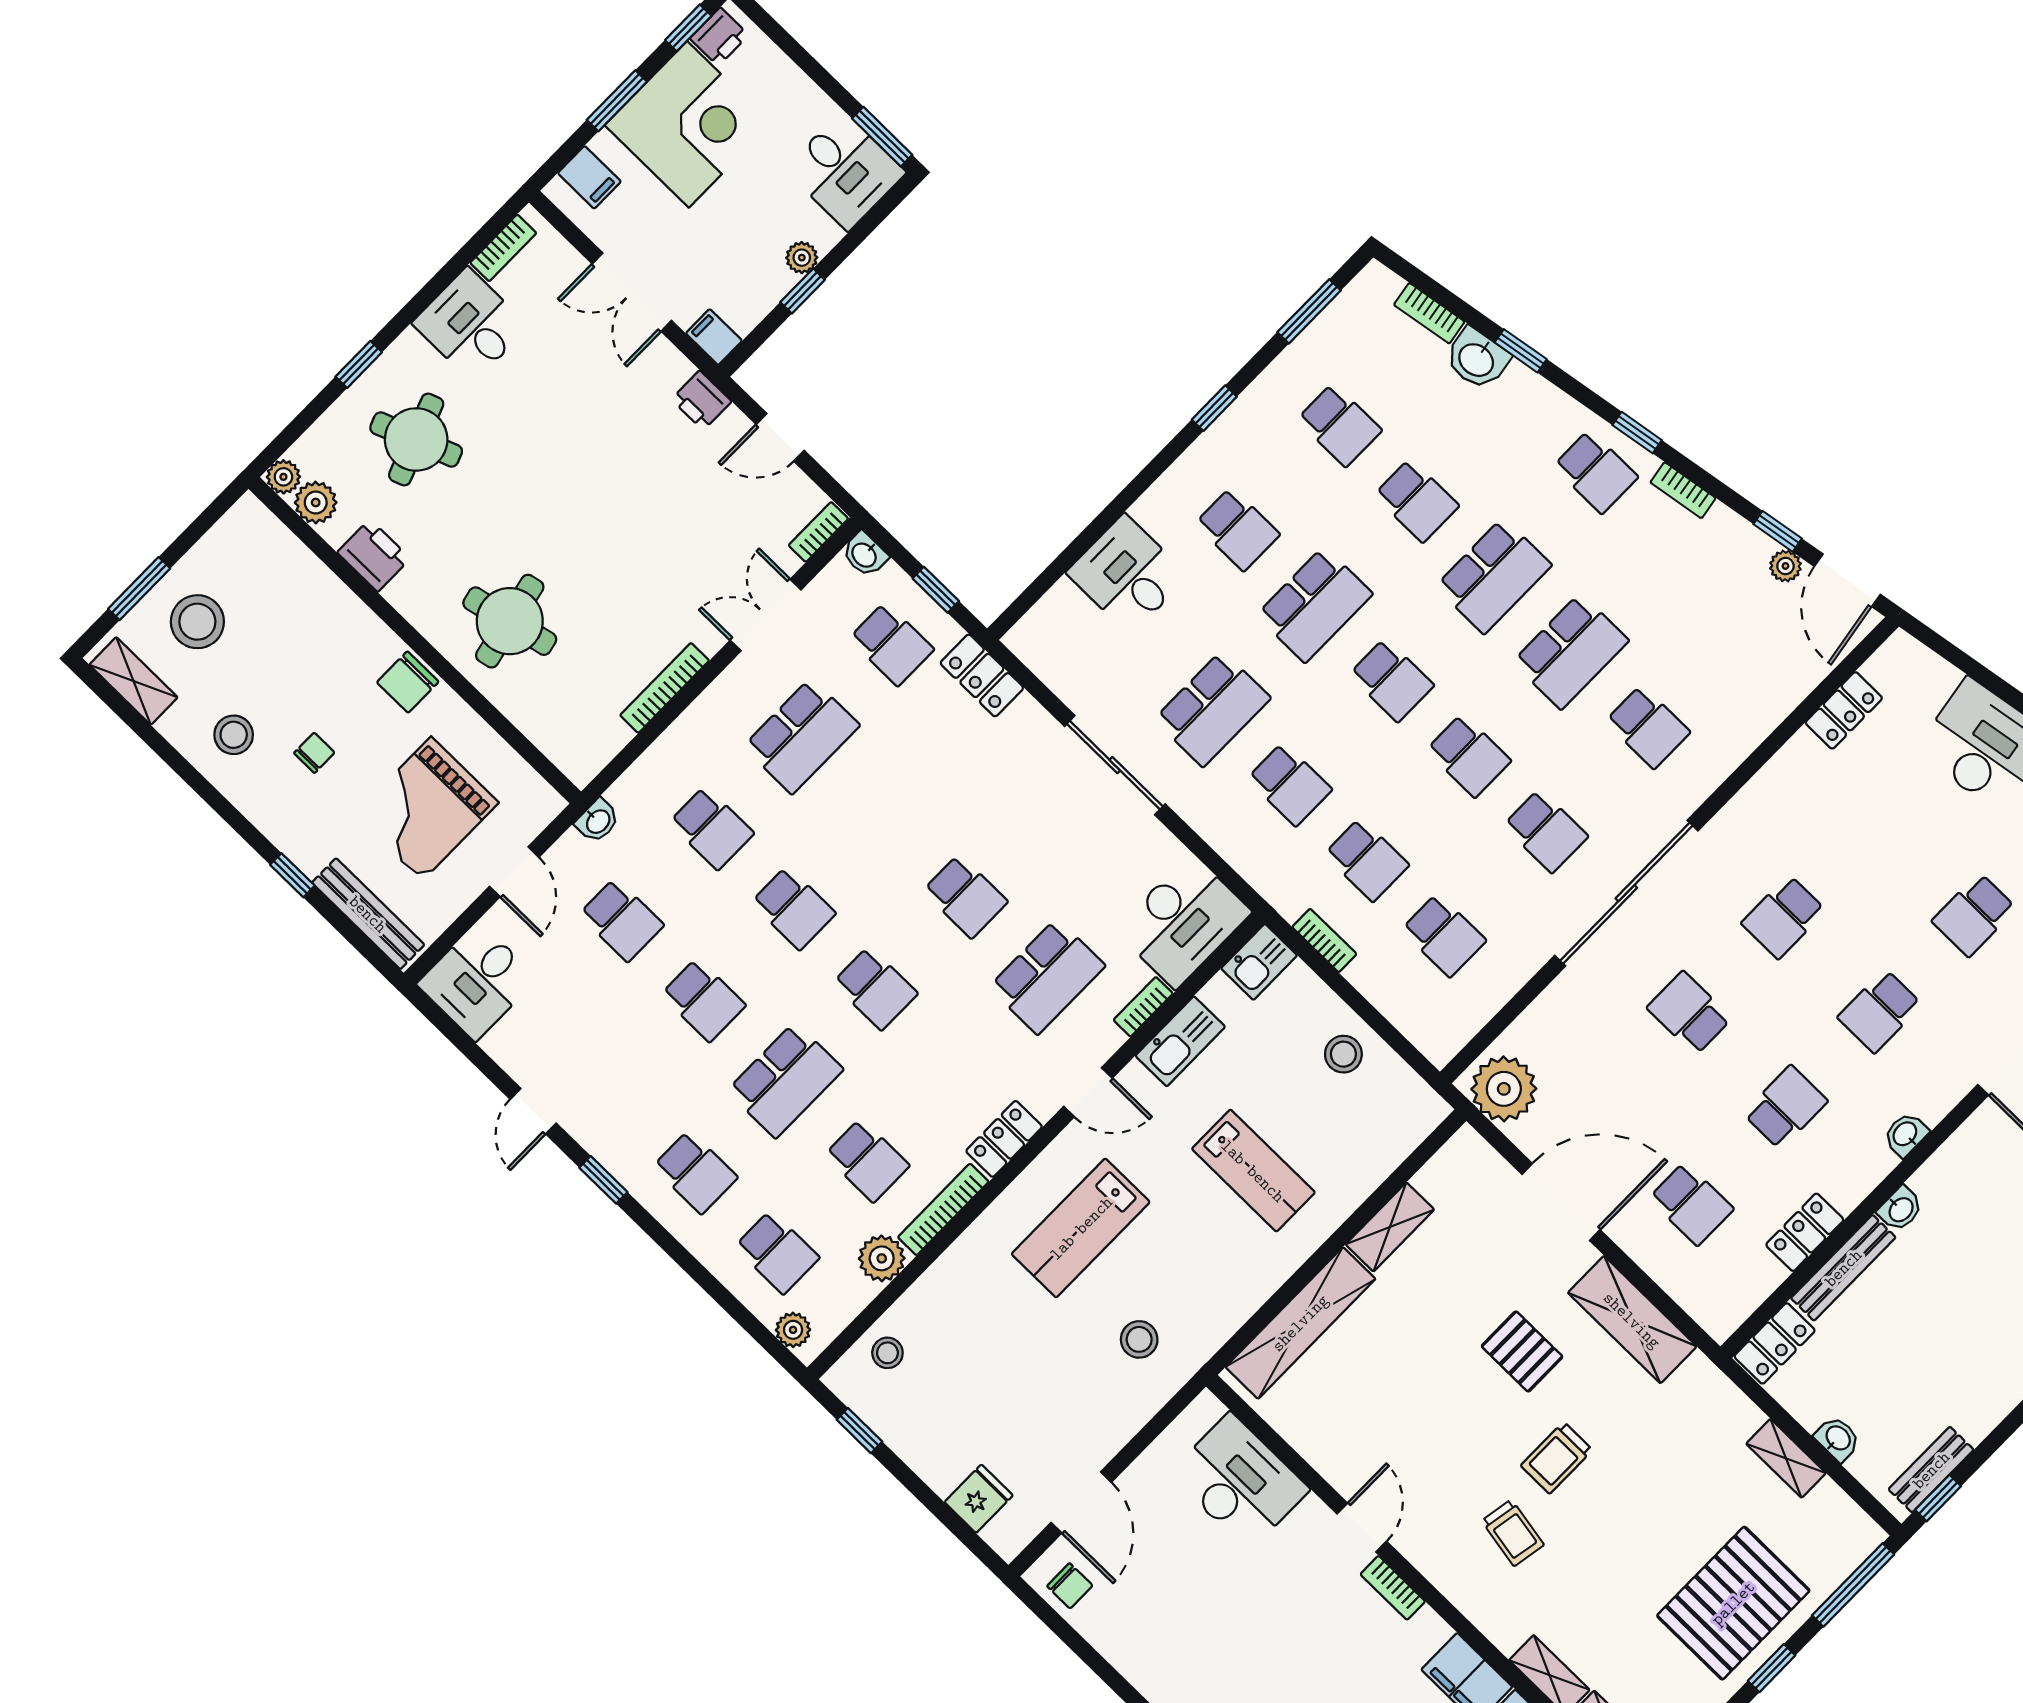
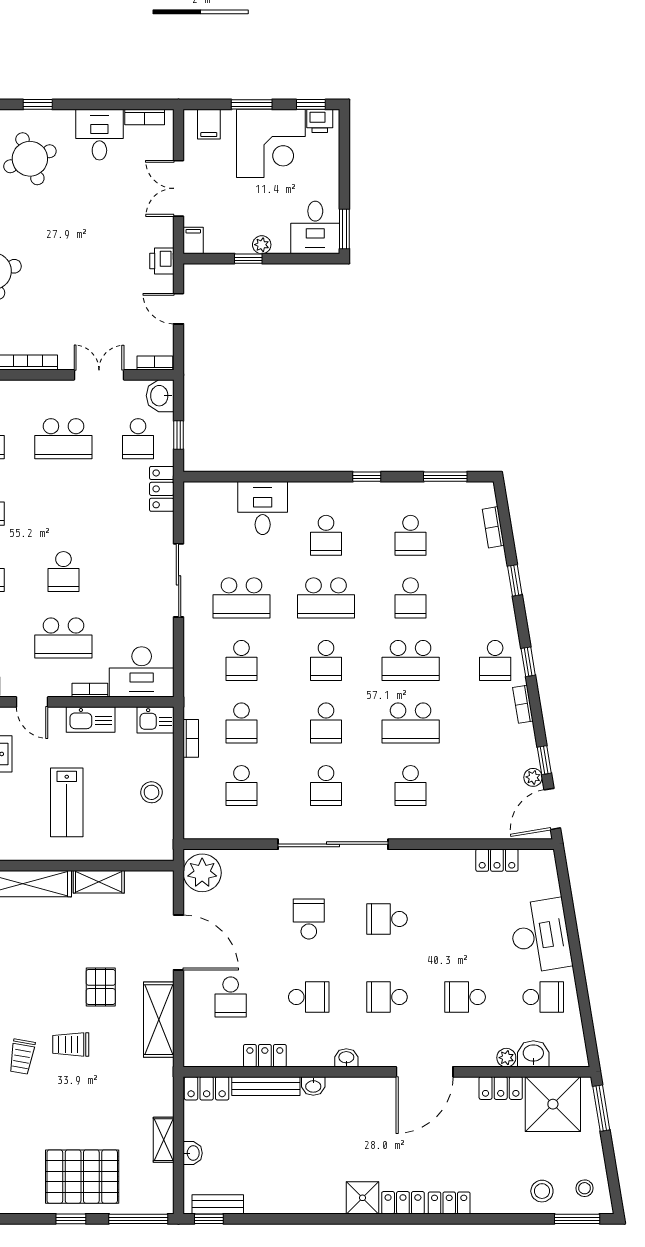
washbasin: (1477, 359) -> (494, 566), removed
washbasin: (865, 554) -> (160, 396), width x1.38, depth x1.45

